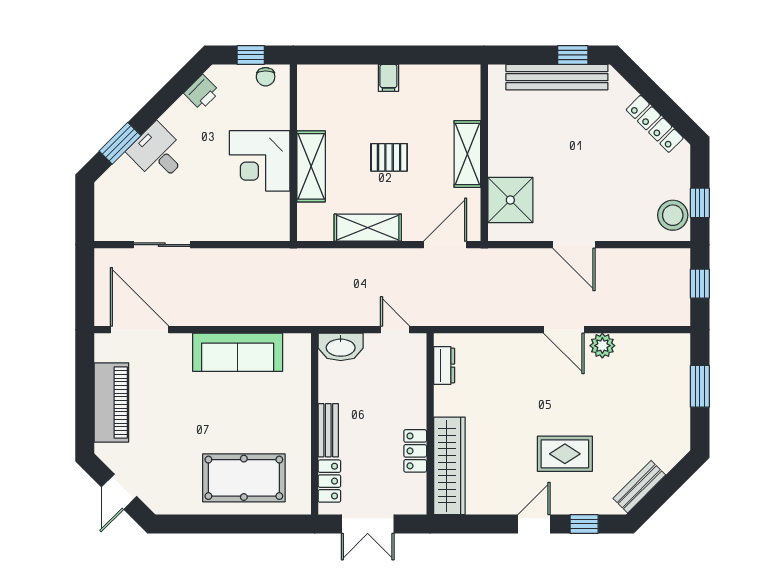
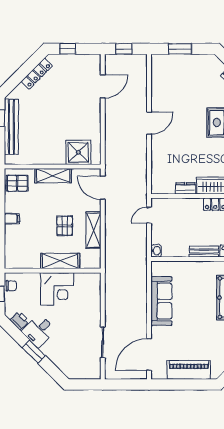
pallet: (453, 88) -> (17, 183), added
window: (120, 143) -> (34, 352), moved
desk: (158, 153) -> (39, 331), moved
pallet: (389, 157) -> (65, 226), moved
window: (700, 203) -> (68, 49), moved
stool: (673, 215) -> (87, 64), removed
door: (574, 245) -> (103, 86), moved
plant: (602, 346) -> (158, 102), removed
washbasin: (341, 347) -> (156, 251), width x0.52, depth x0.69
dresser: (444, 366) -> (185, 188), moved

